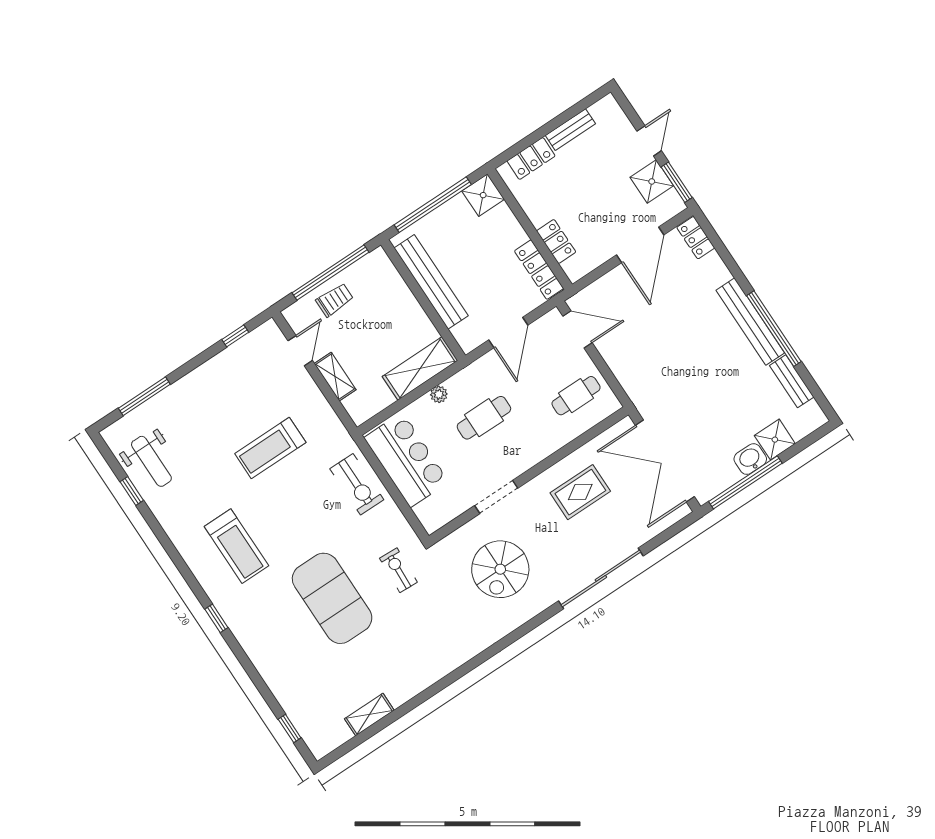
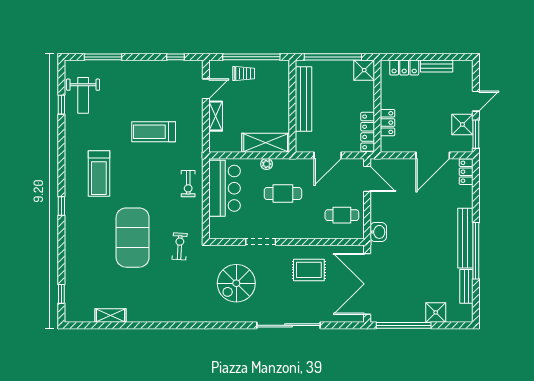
washbasin: (750, 459) -> (378, 232), moved, turned 90
exercise bike: (357, 484) -> (188, 184), width x0.73, depth x0.72

